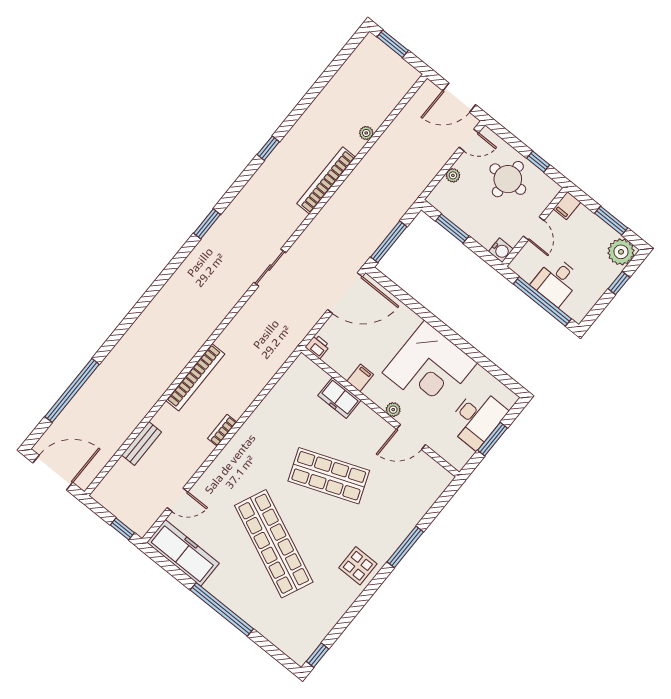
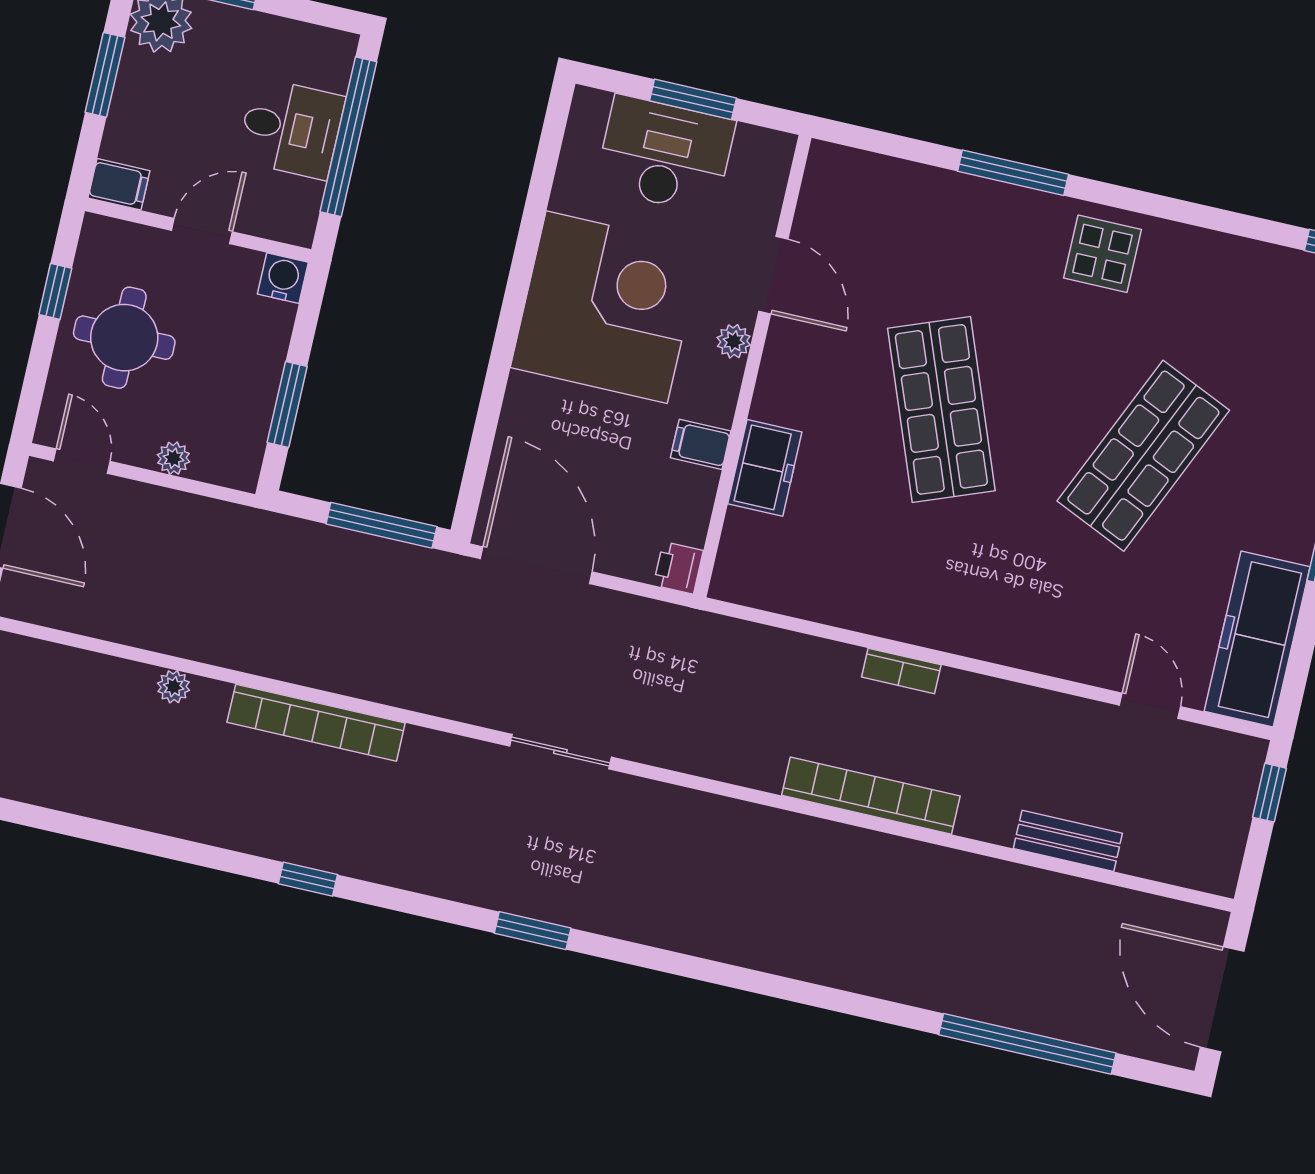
bookcase: (222, 430) -> (901, 671), moved
shop shelf: (274, 544) -> (1143, 456), width x0.71

